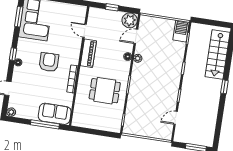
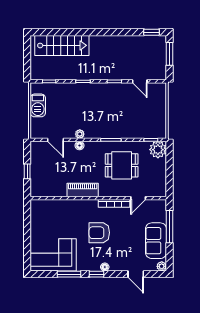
window: (19, 17) -> (69, 274), moved
plant: (130, 20) -> (158, 150), moved
door: (85, 31) -> (138, 198), moved
barbecue: (181, 31) -> (38, 105), moved, turned -90
window: (224, 87) -> (151, 32), moved
dining table: (105, 91) -> (122, 165), turned 90
sofa: (55, 114) -> (156, 241), moved

